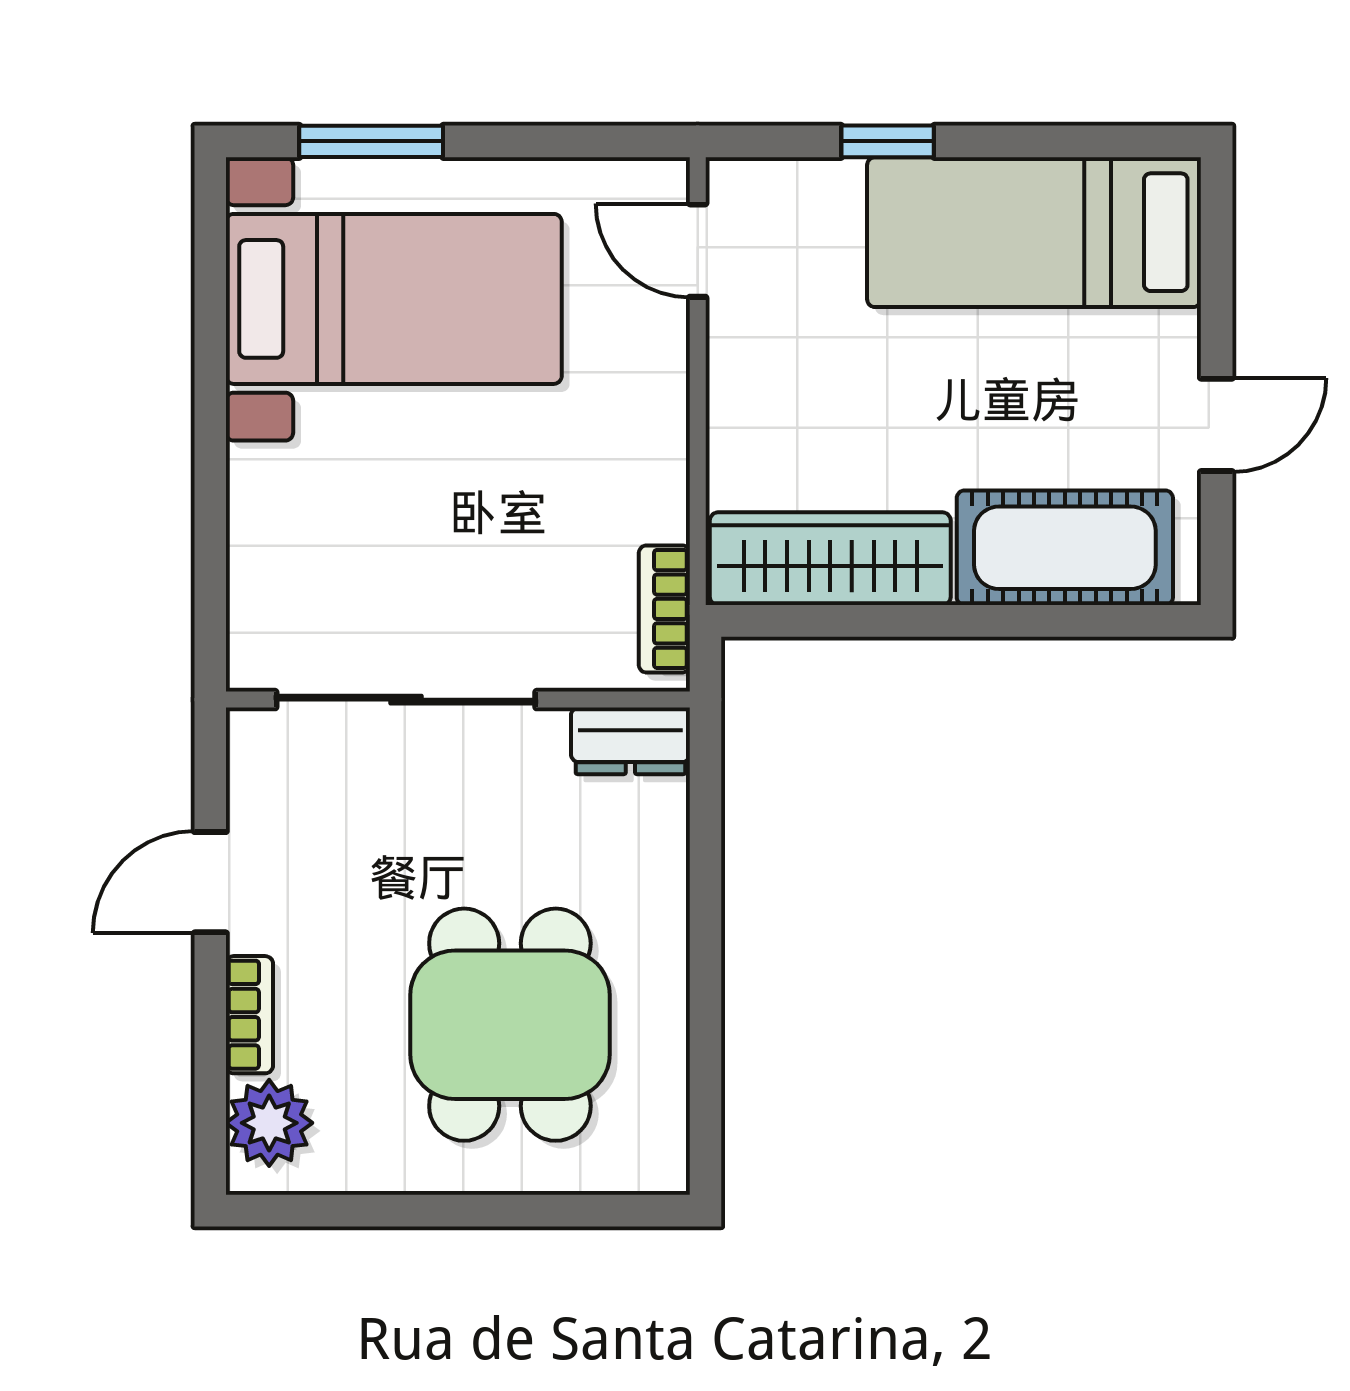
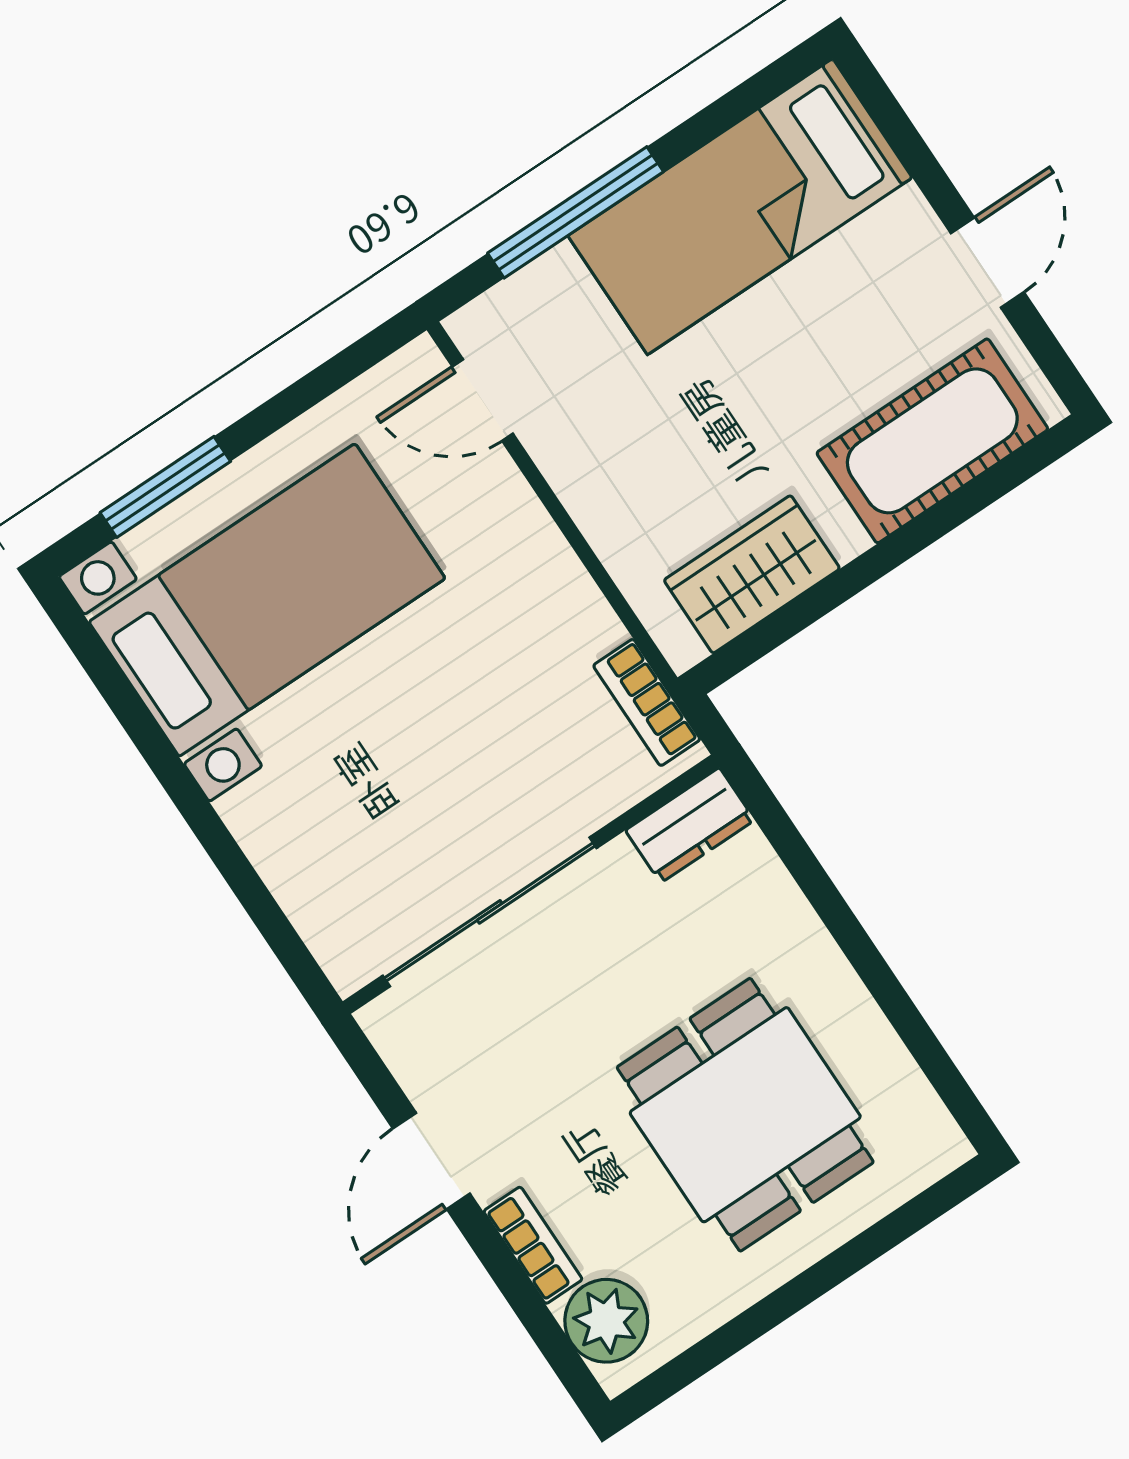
window: (888, 141) -> (575, 212), width x2.17
wardrobe: (830, 559) -> (752, 574), width x0.67

